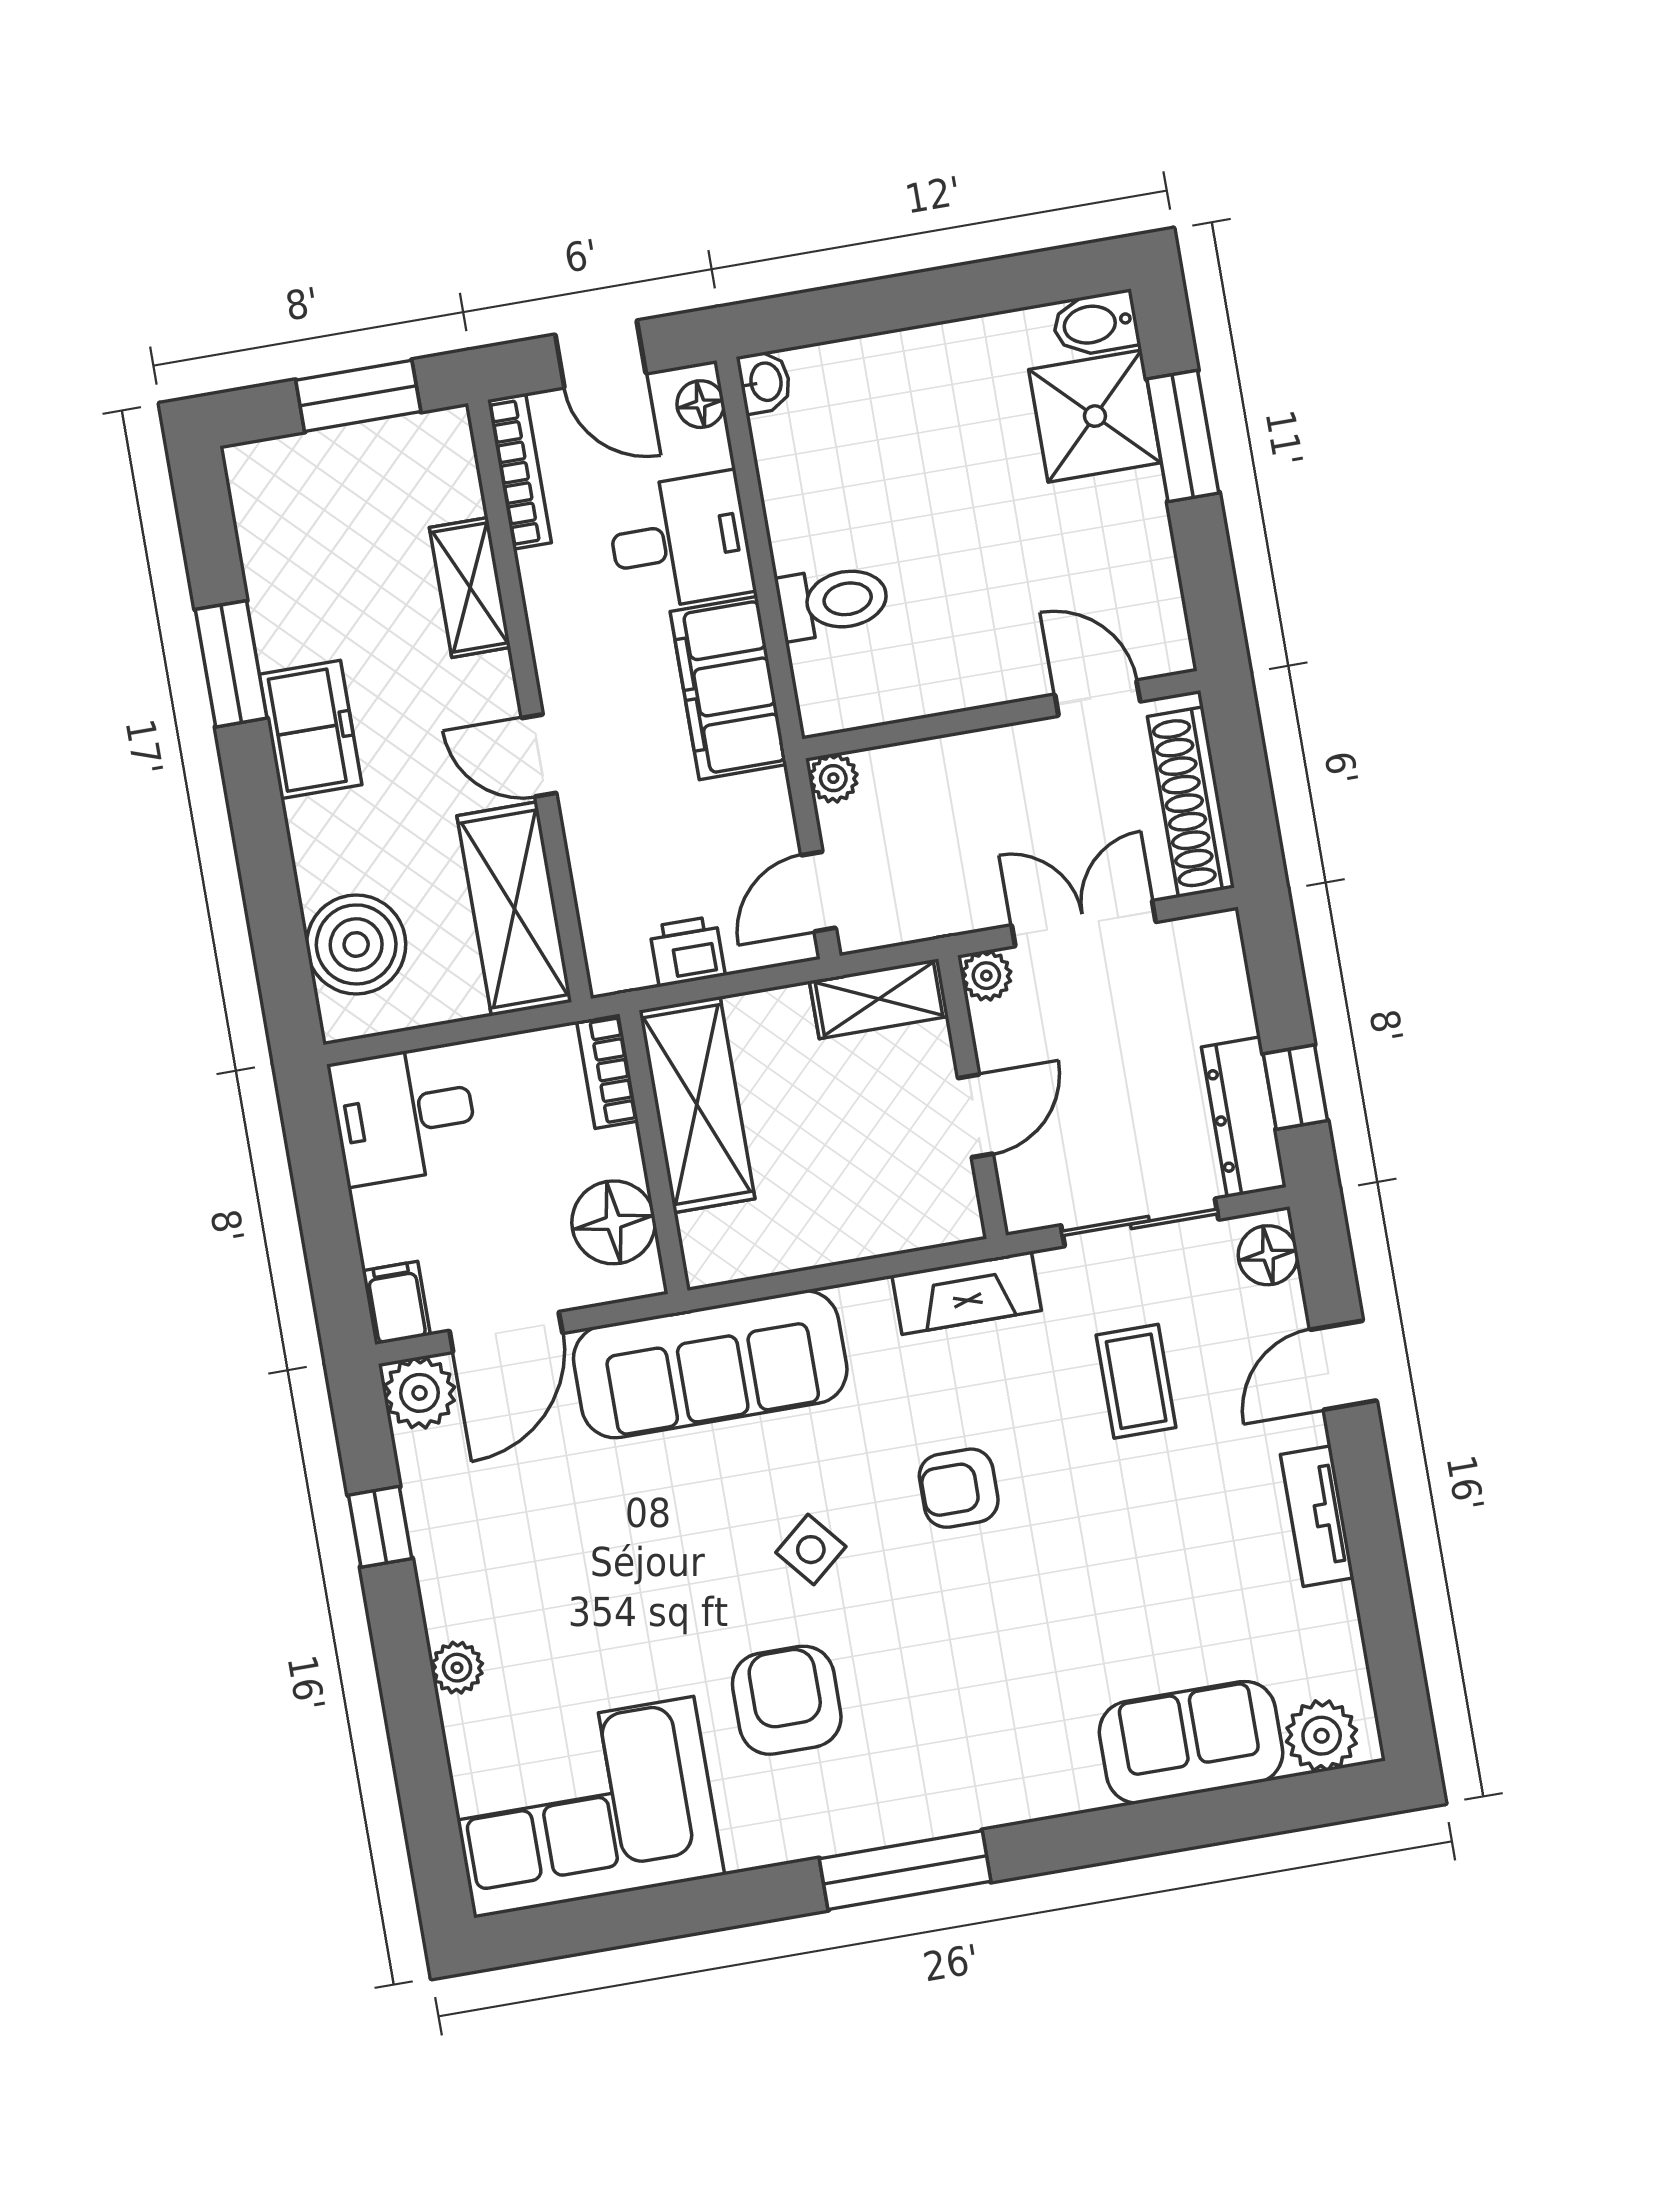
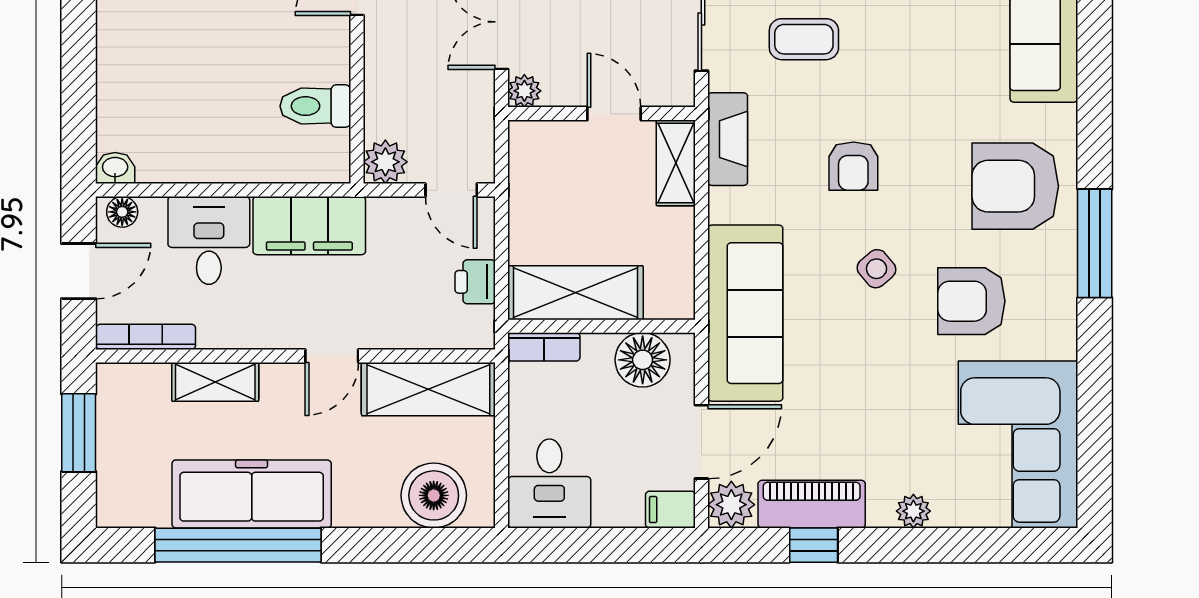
toilet: (833, 601) -> (315, 106), moved, turned -90
window: (231, 664) -> (238, 545), width x2.11
freezer: (310, 730) -> (252, 494), width x1.91, depth x1.26
plant: (833, 778) -> (385, 162), width x1.38, depth x1.38
shelving: (879, 999) -> (676, 163), moved
door: (506, 1332) -> (701, 442), hinge flipped
piano: (441, 1513) -> (812, 504), added
armchair: (971, 1736) -> (1015, 186), added

